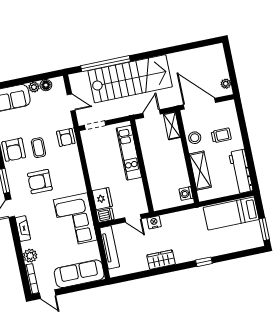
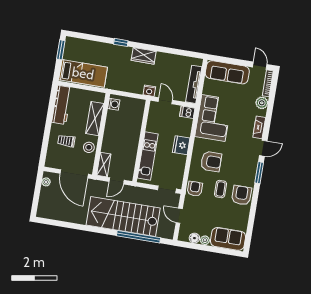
armchair: (40, 182) -> (211, 162), moved
fridge: (102, 199) -> (181, 145), moved
wardrobe: (161, 260) -> (144, 56), moved

